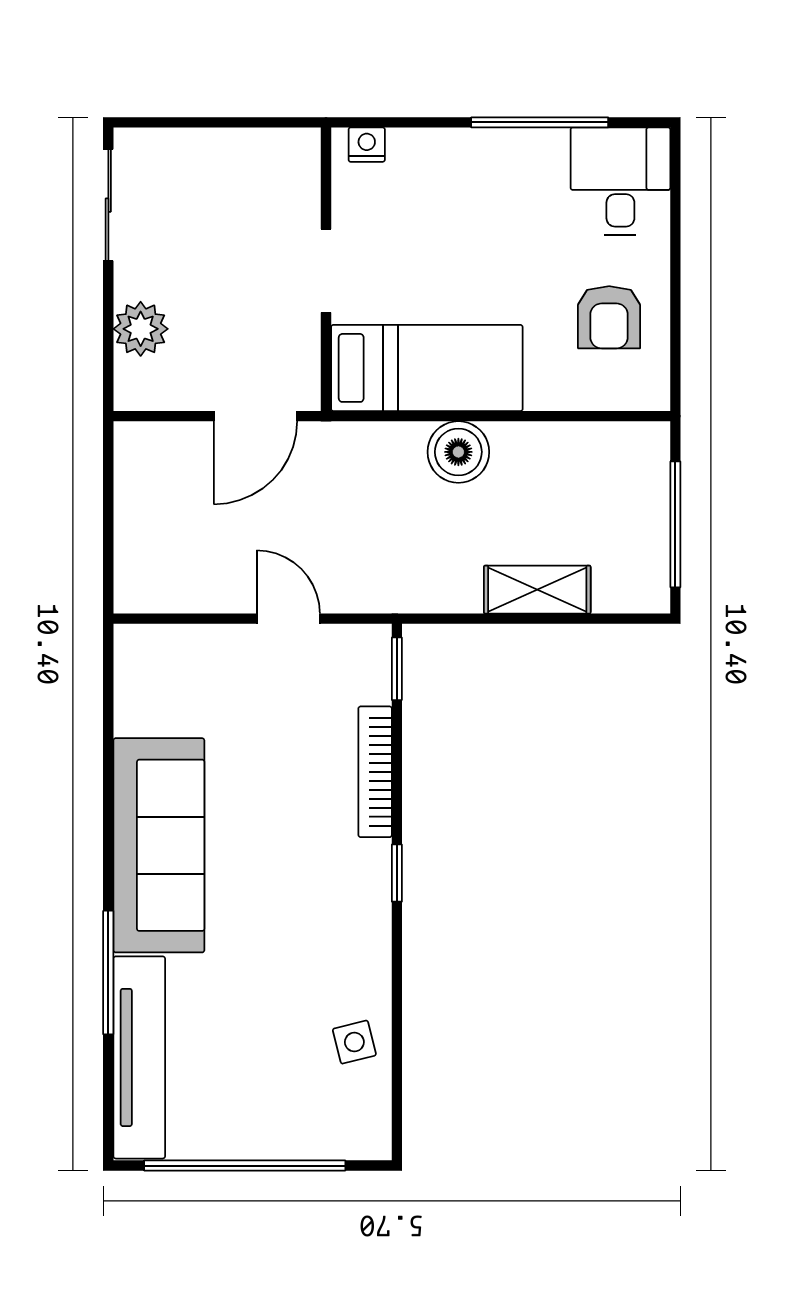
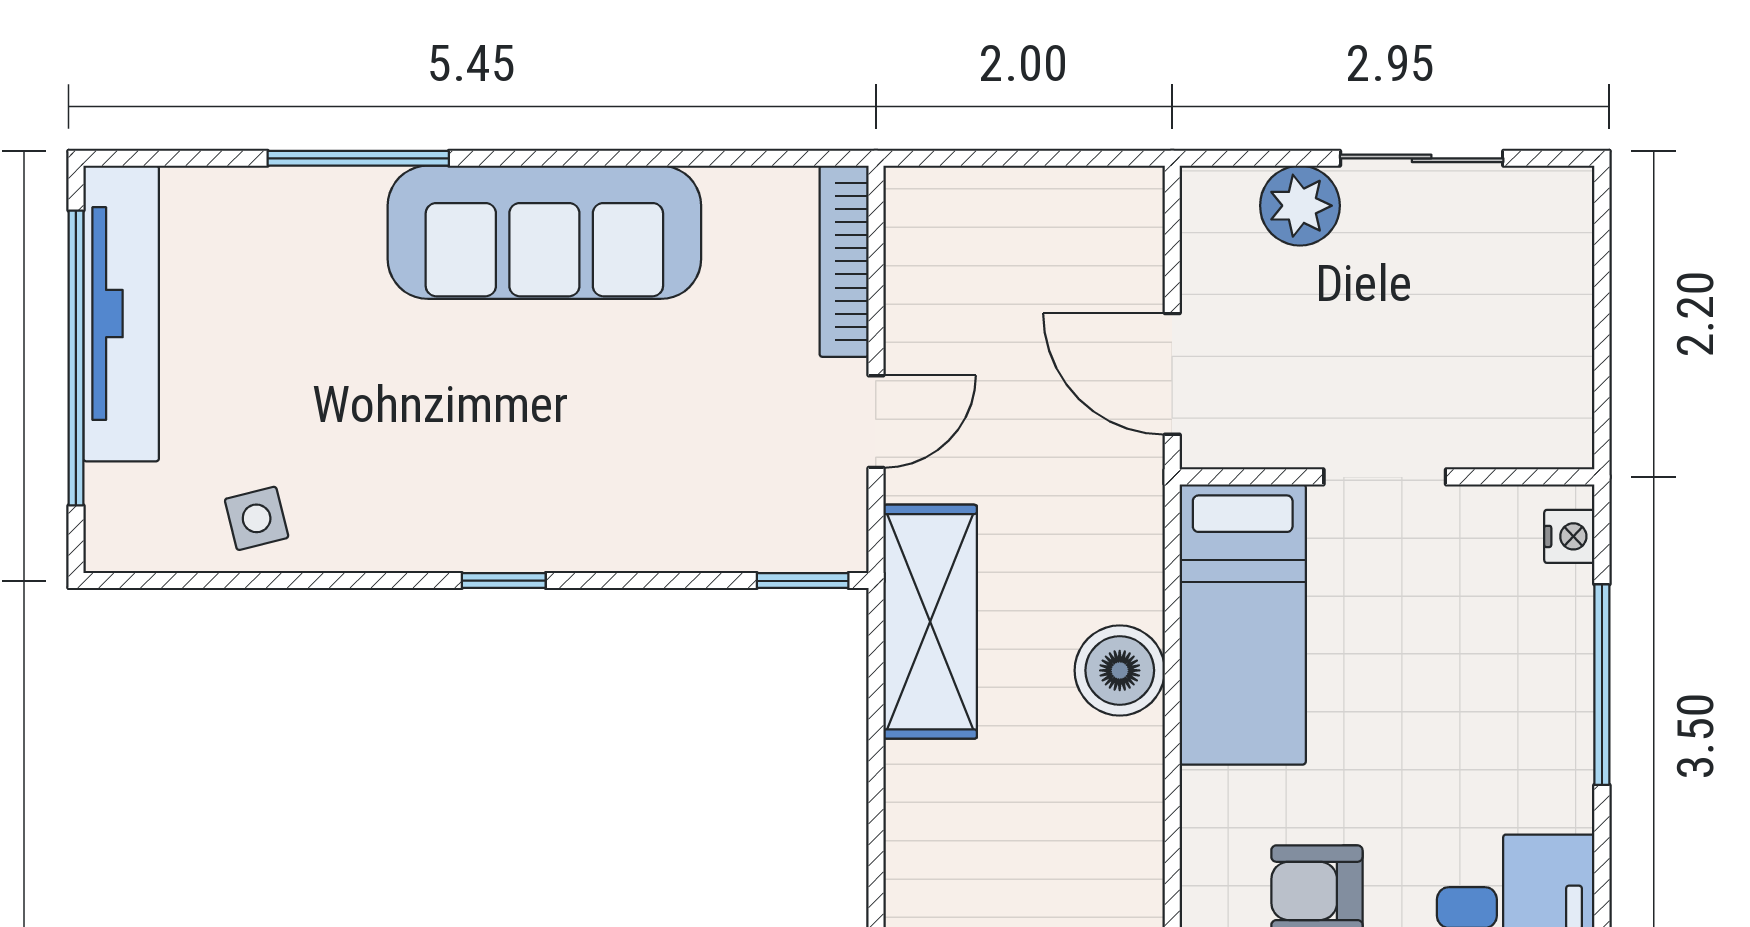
window: (540, 122) -> (1602, 685), moved
sliding door: (108, 205) -> (1422, 158), moved
shelving: (537, 590) -> (930, 622), moved, width x1.50, depth x1.33
bookcase: (375, 772) -> (844, 261), moved, turned -90
tv unit: (139, 1057) -> (121, 314), moved, turned -90

